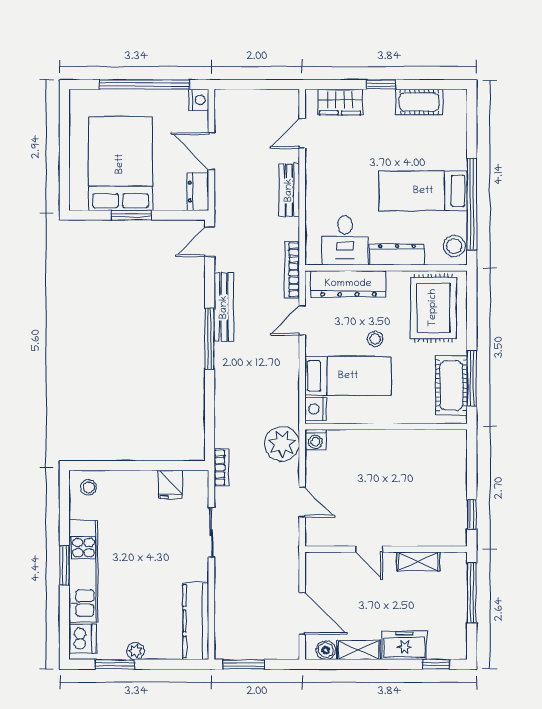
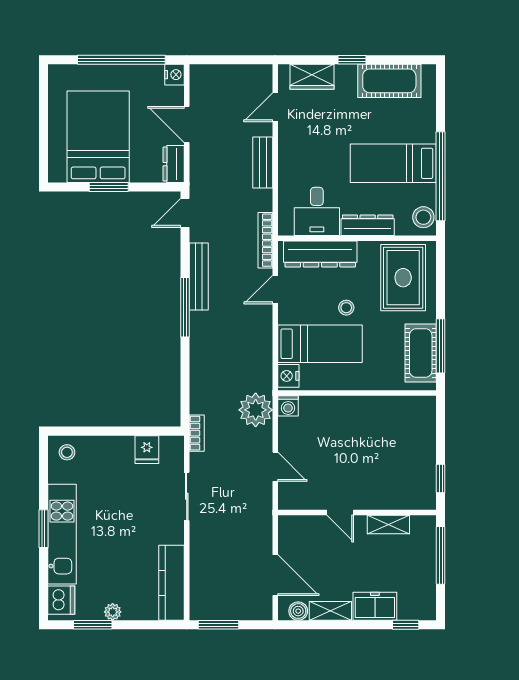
cot: (419, 102) -> (389, 81), width x1.37, depth x1.34

